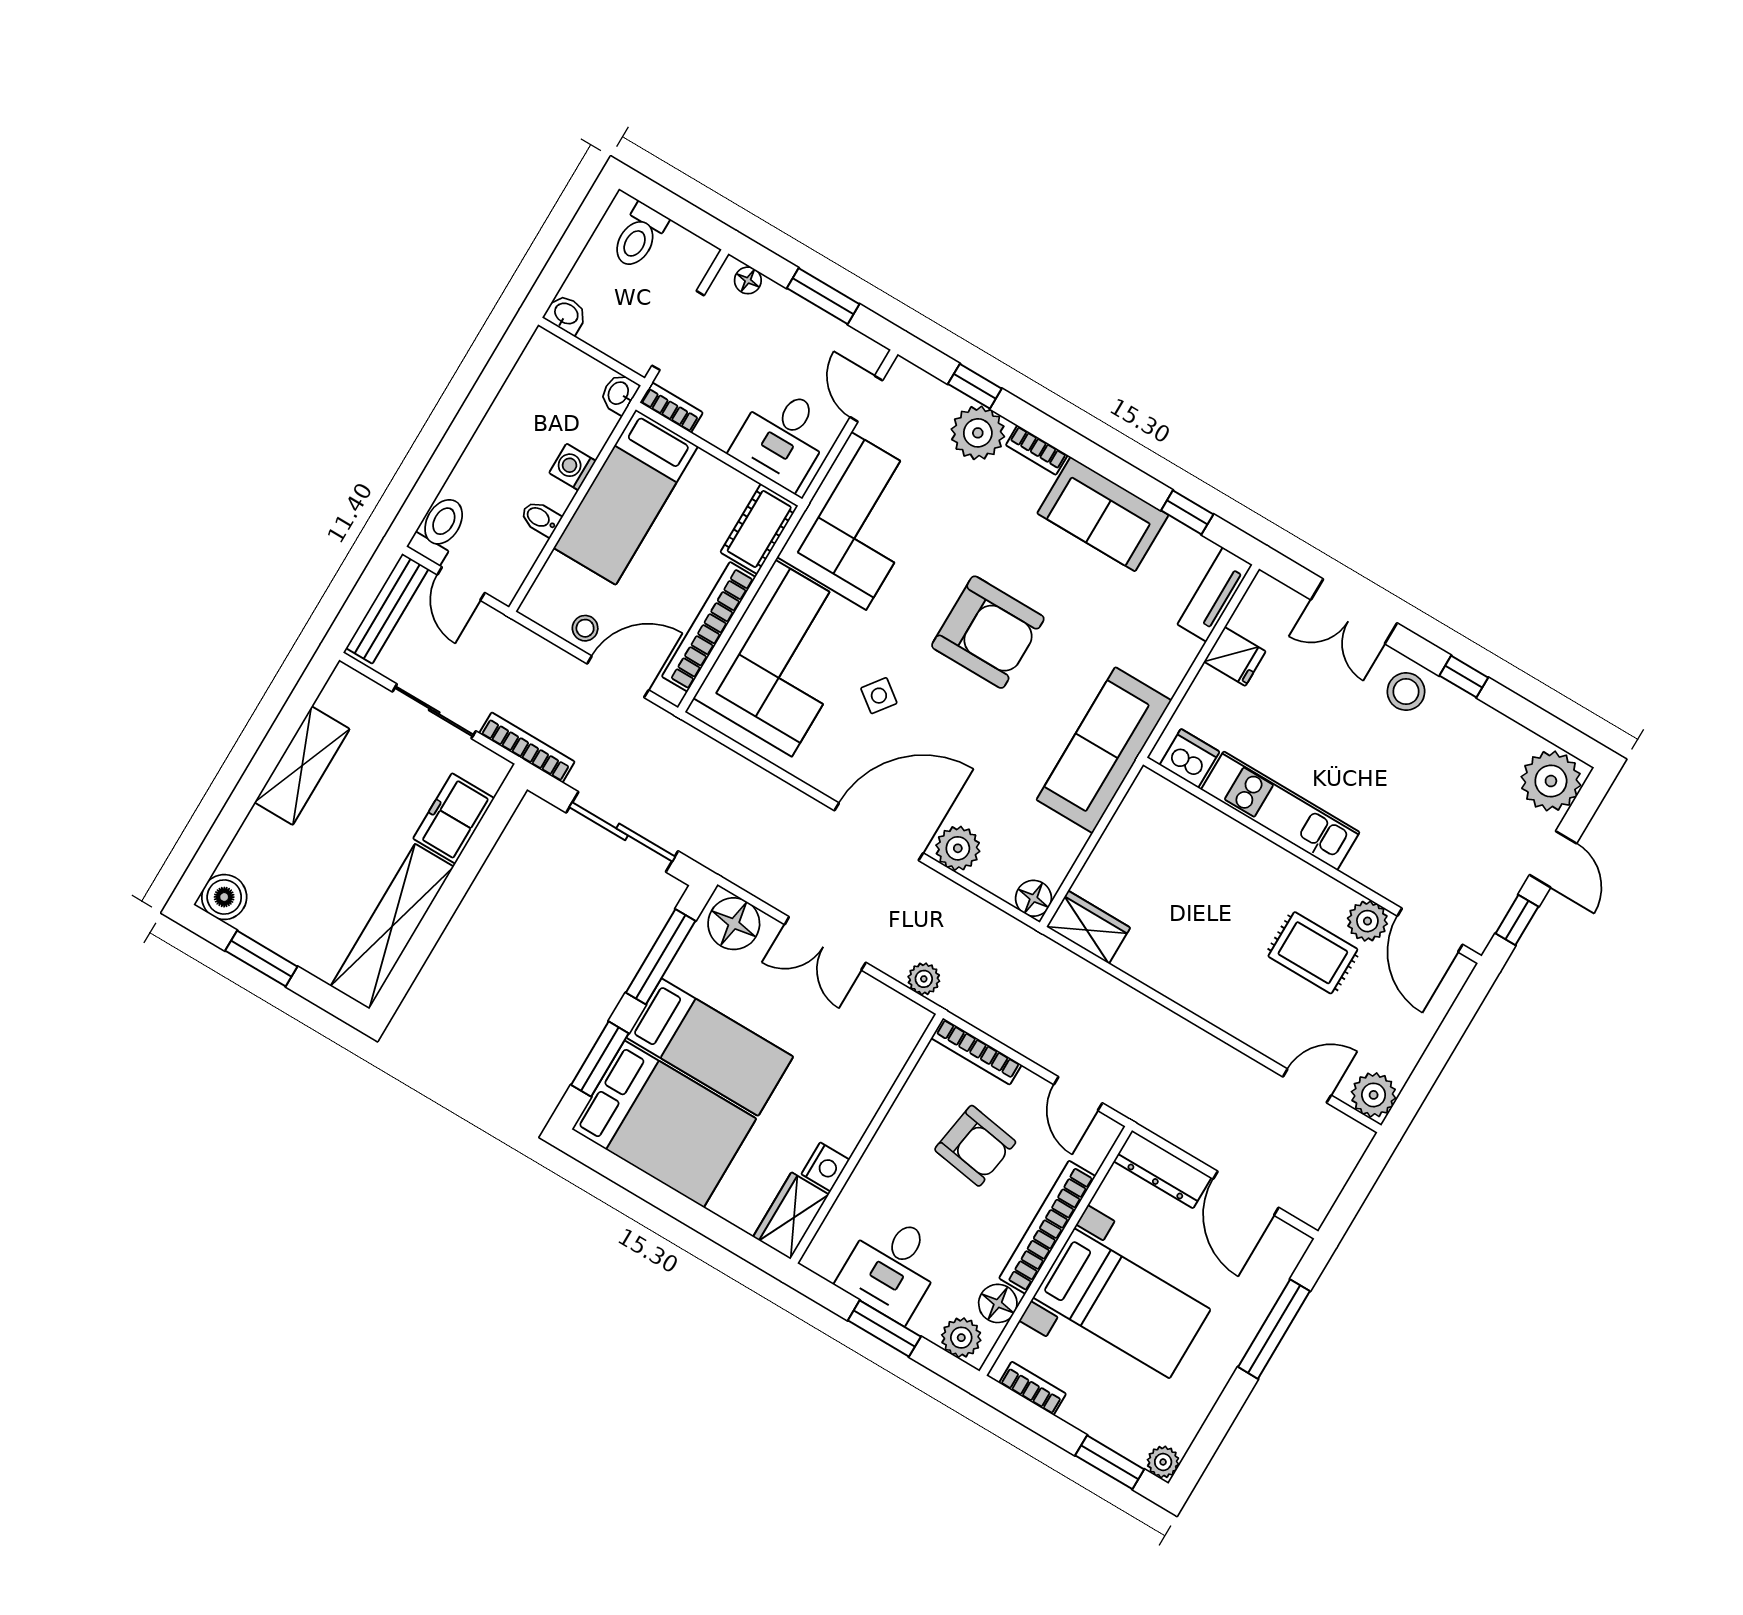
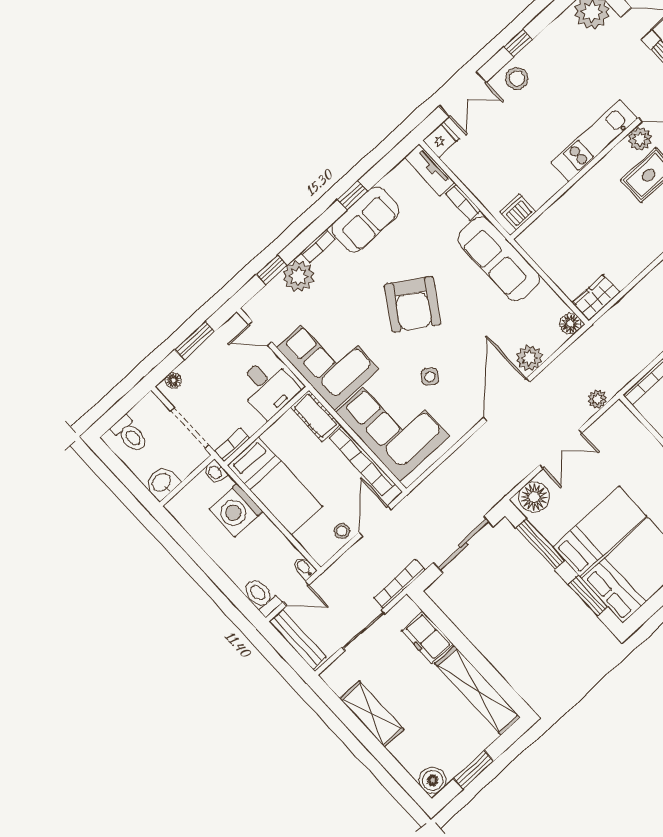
washbasin: (566, 314) -> (162, 483), width x1.38, depth x1.45
washing machine: (572, 467) -> (236, 510), width x1.89, depth x1.89
window: (1187, 512) -> (353, 195), moved
bidet: (541, 518) -> (304, 568), moved, turned 90
armchair: (988, 632) -> (412, 304), turned 123
fridge: (1235, 656) -> (441, 140), moved
bookcase: (1178, 665) -> (463, 202), added
kitchen unit: (1280, 811) -> (594, 141), moved

